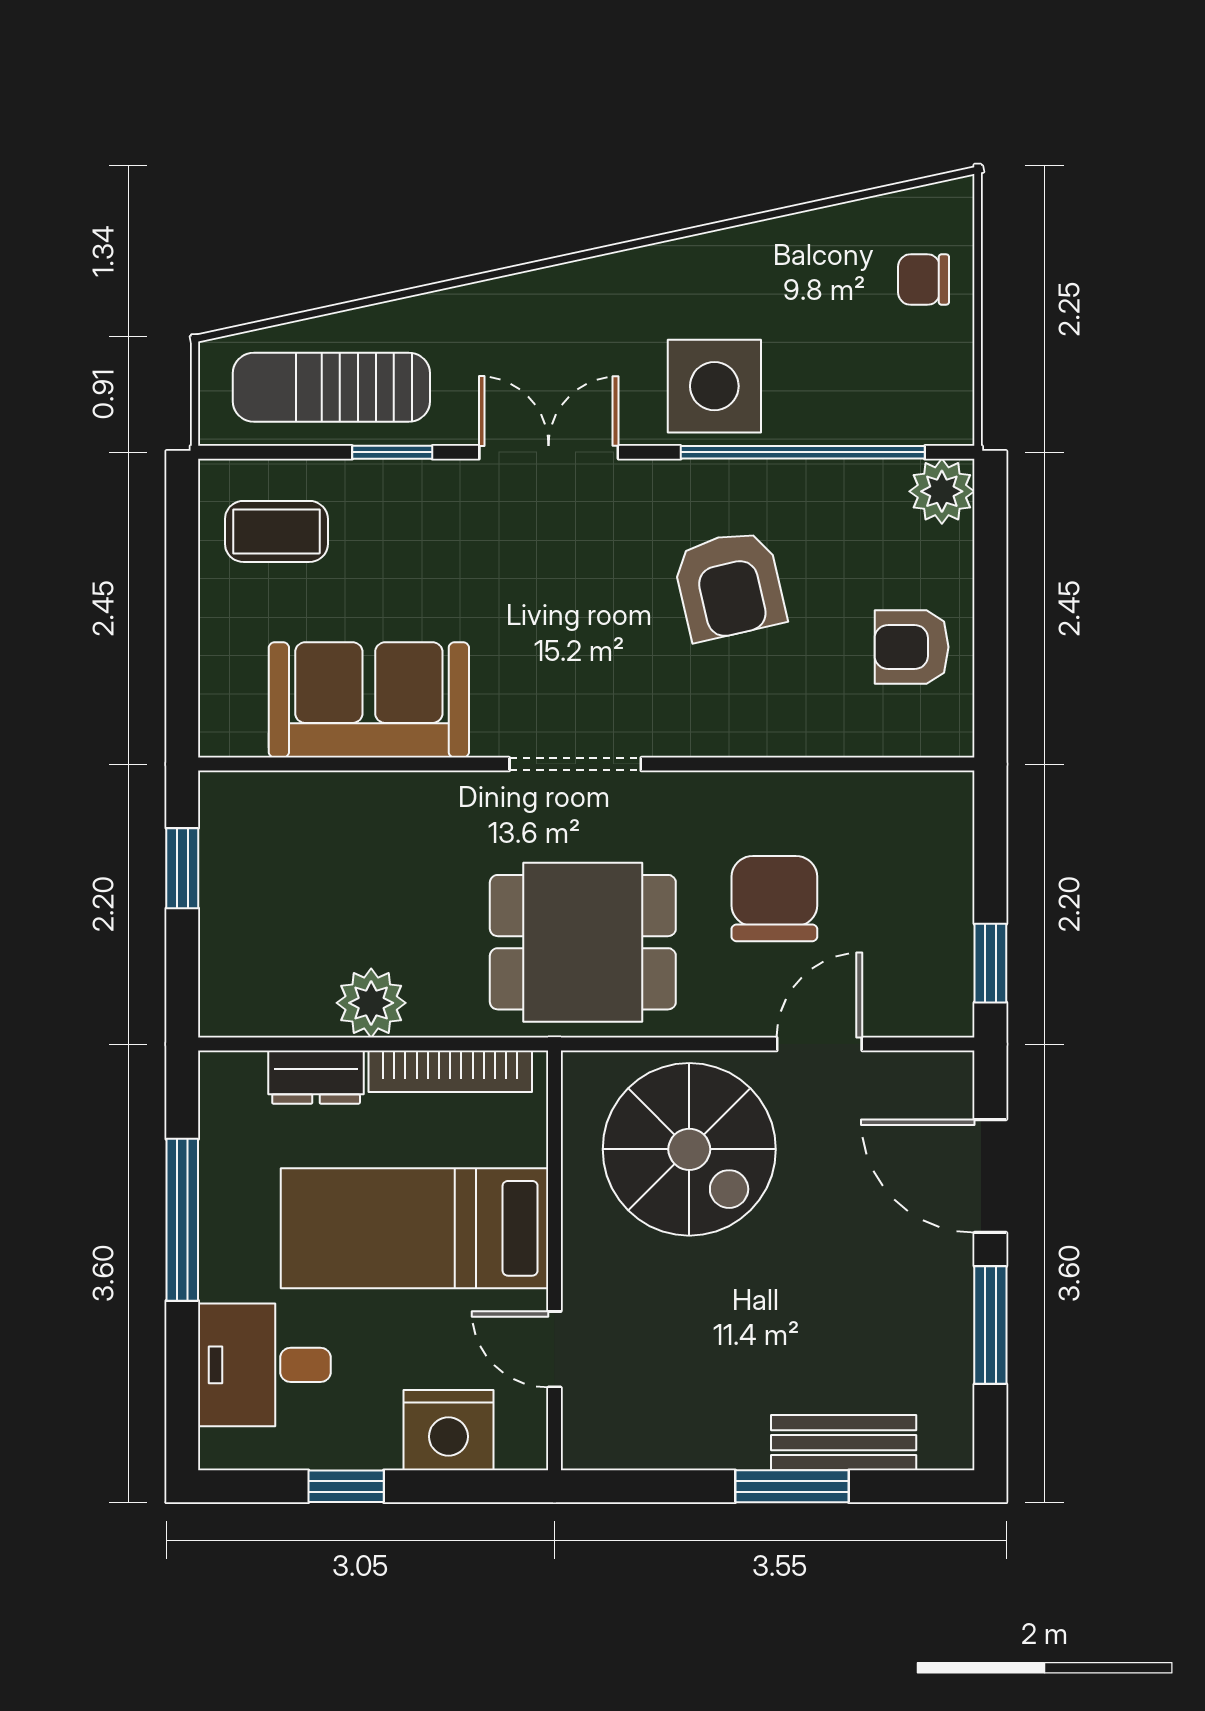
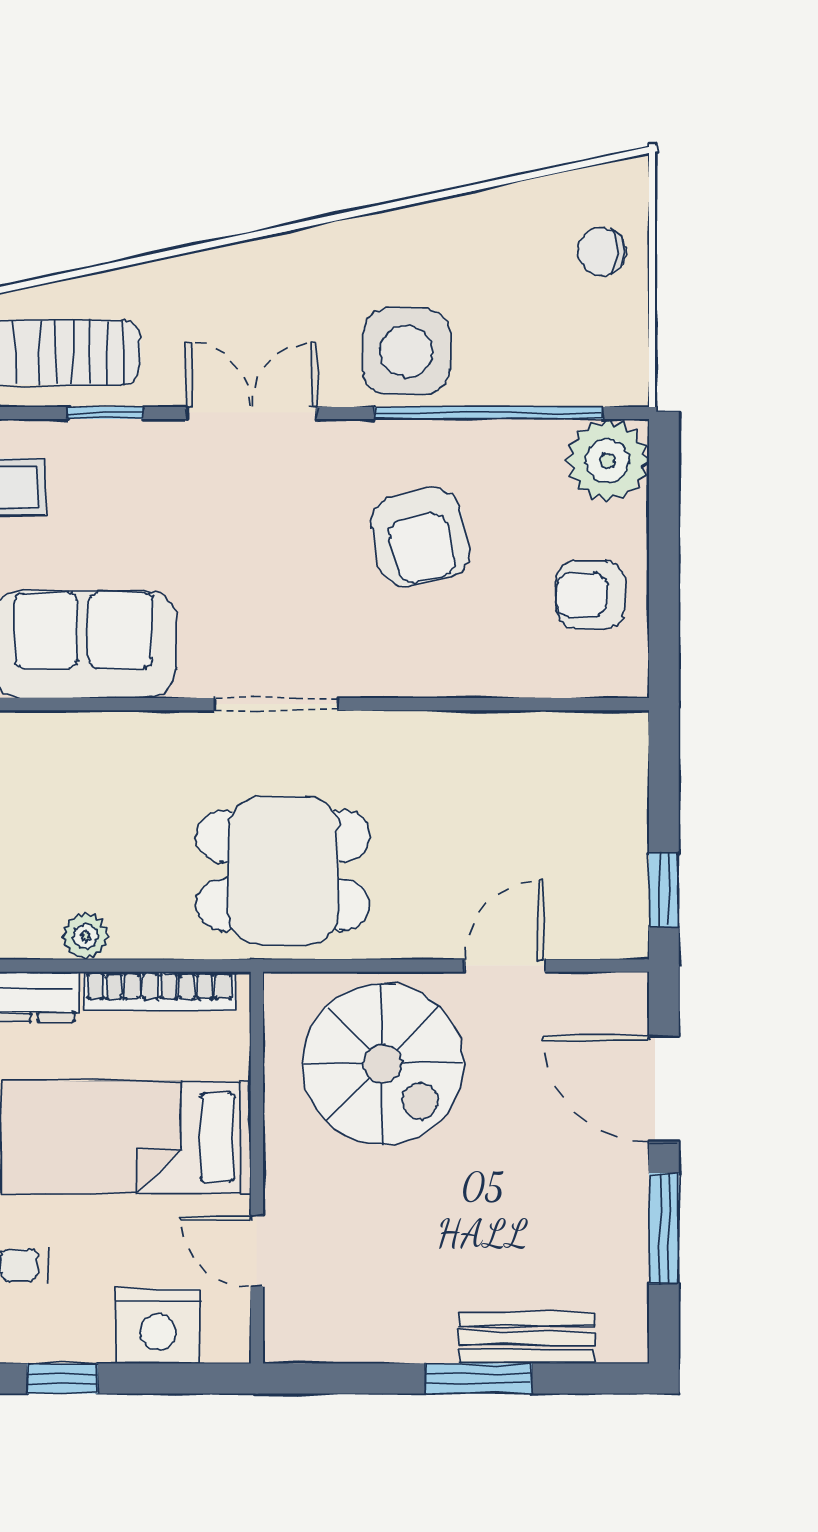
plant: (942, 491) -> (607, 460), width x1.36, depth x1.36
chair: (774, 899) -> (462, 830), removed
plant: (371, 1003) -> (86, 936), width x0.73, depth x0.73

